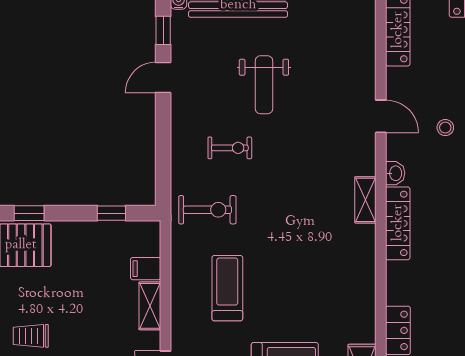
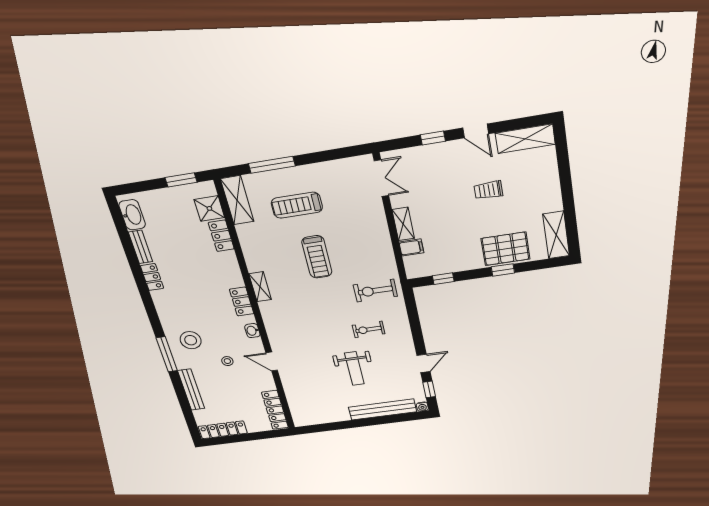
weight bench: (264, 85) -> (354, 369), turned 180
shelving: (365, 200) -> (260, 287), moved
locker: (398, 223) -> (242, 302), width x0.66
treadmill: (227, 288) -> (317, 257), moved
trolley: (31, 336) -> (488, 190), turned 180

